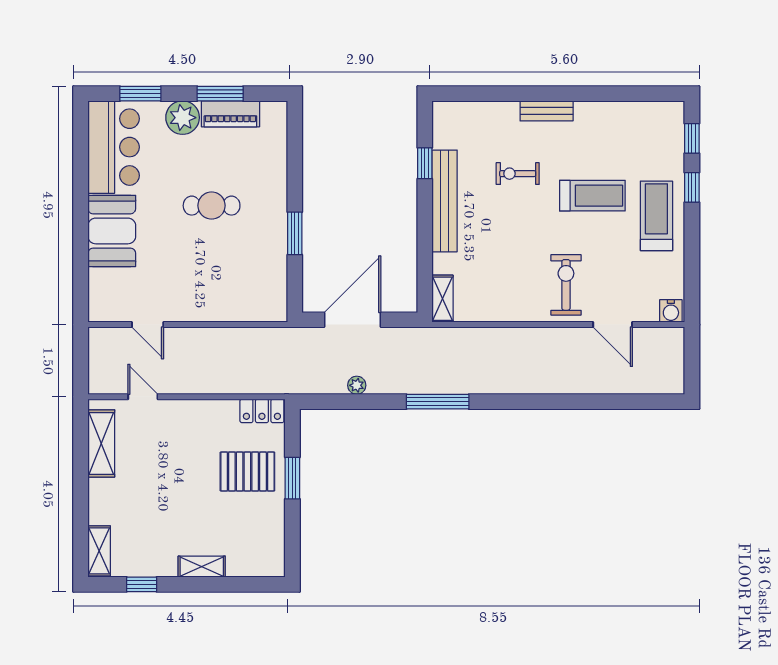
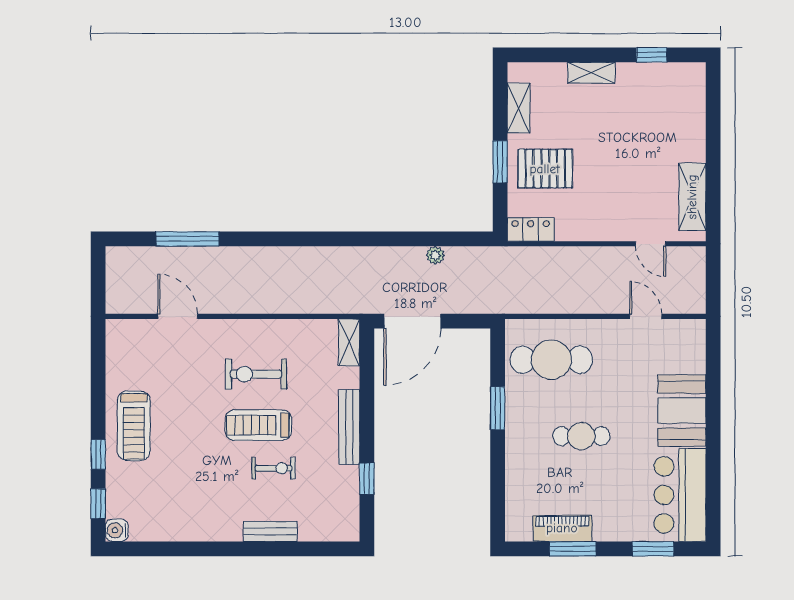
bench: (547, 111) -> (270, 531), moved
plant: (183, 118) -> (611, 525), removed
treadmill: (592, 196) -> (258, 425), moved
bench: (445, 201) -> (349, 427), width x0.73, depth x0.82
cafe table: (241, 281) -> (551, 360), added
exercise bike: (566, 285) -> (256, 374), moved, turned 90
water cooler: (671, 311) -> (117, 530), moved, turned -90
door: (352, 320) -> (412, 321), moved
window: (438, 402) -> (187, 239), moved
shelving: (99, 551) -> (519, 108), moved

